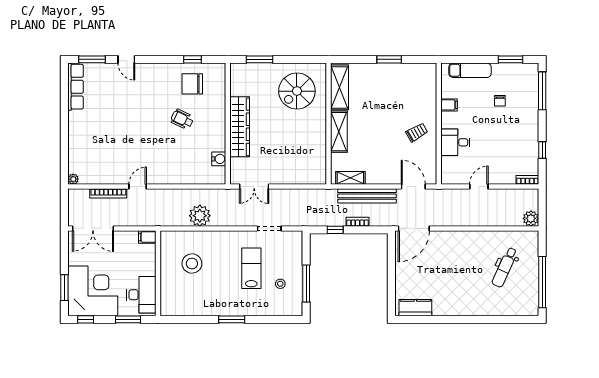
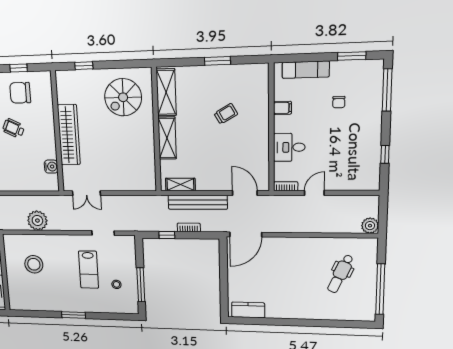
window: (260, 59) -> (84, 66), width x0.67
trolley: (417, 132) -> (226, 114), moved
bookcase: (527, 180) -> (286, 186), moved
lab bench: (251, 268) -> (89, 270), turned 180

